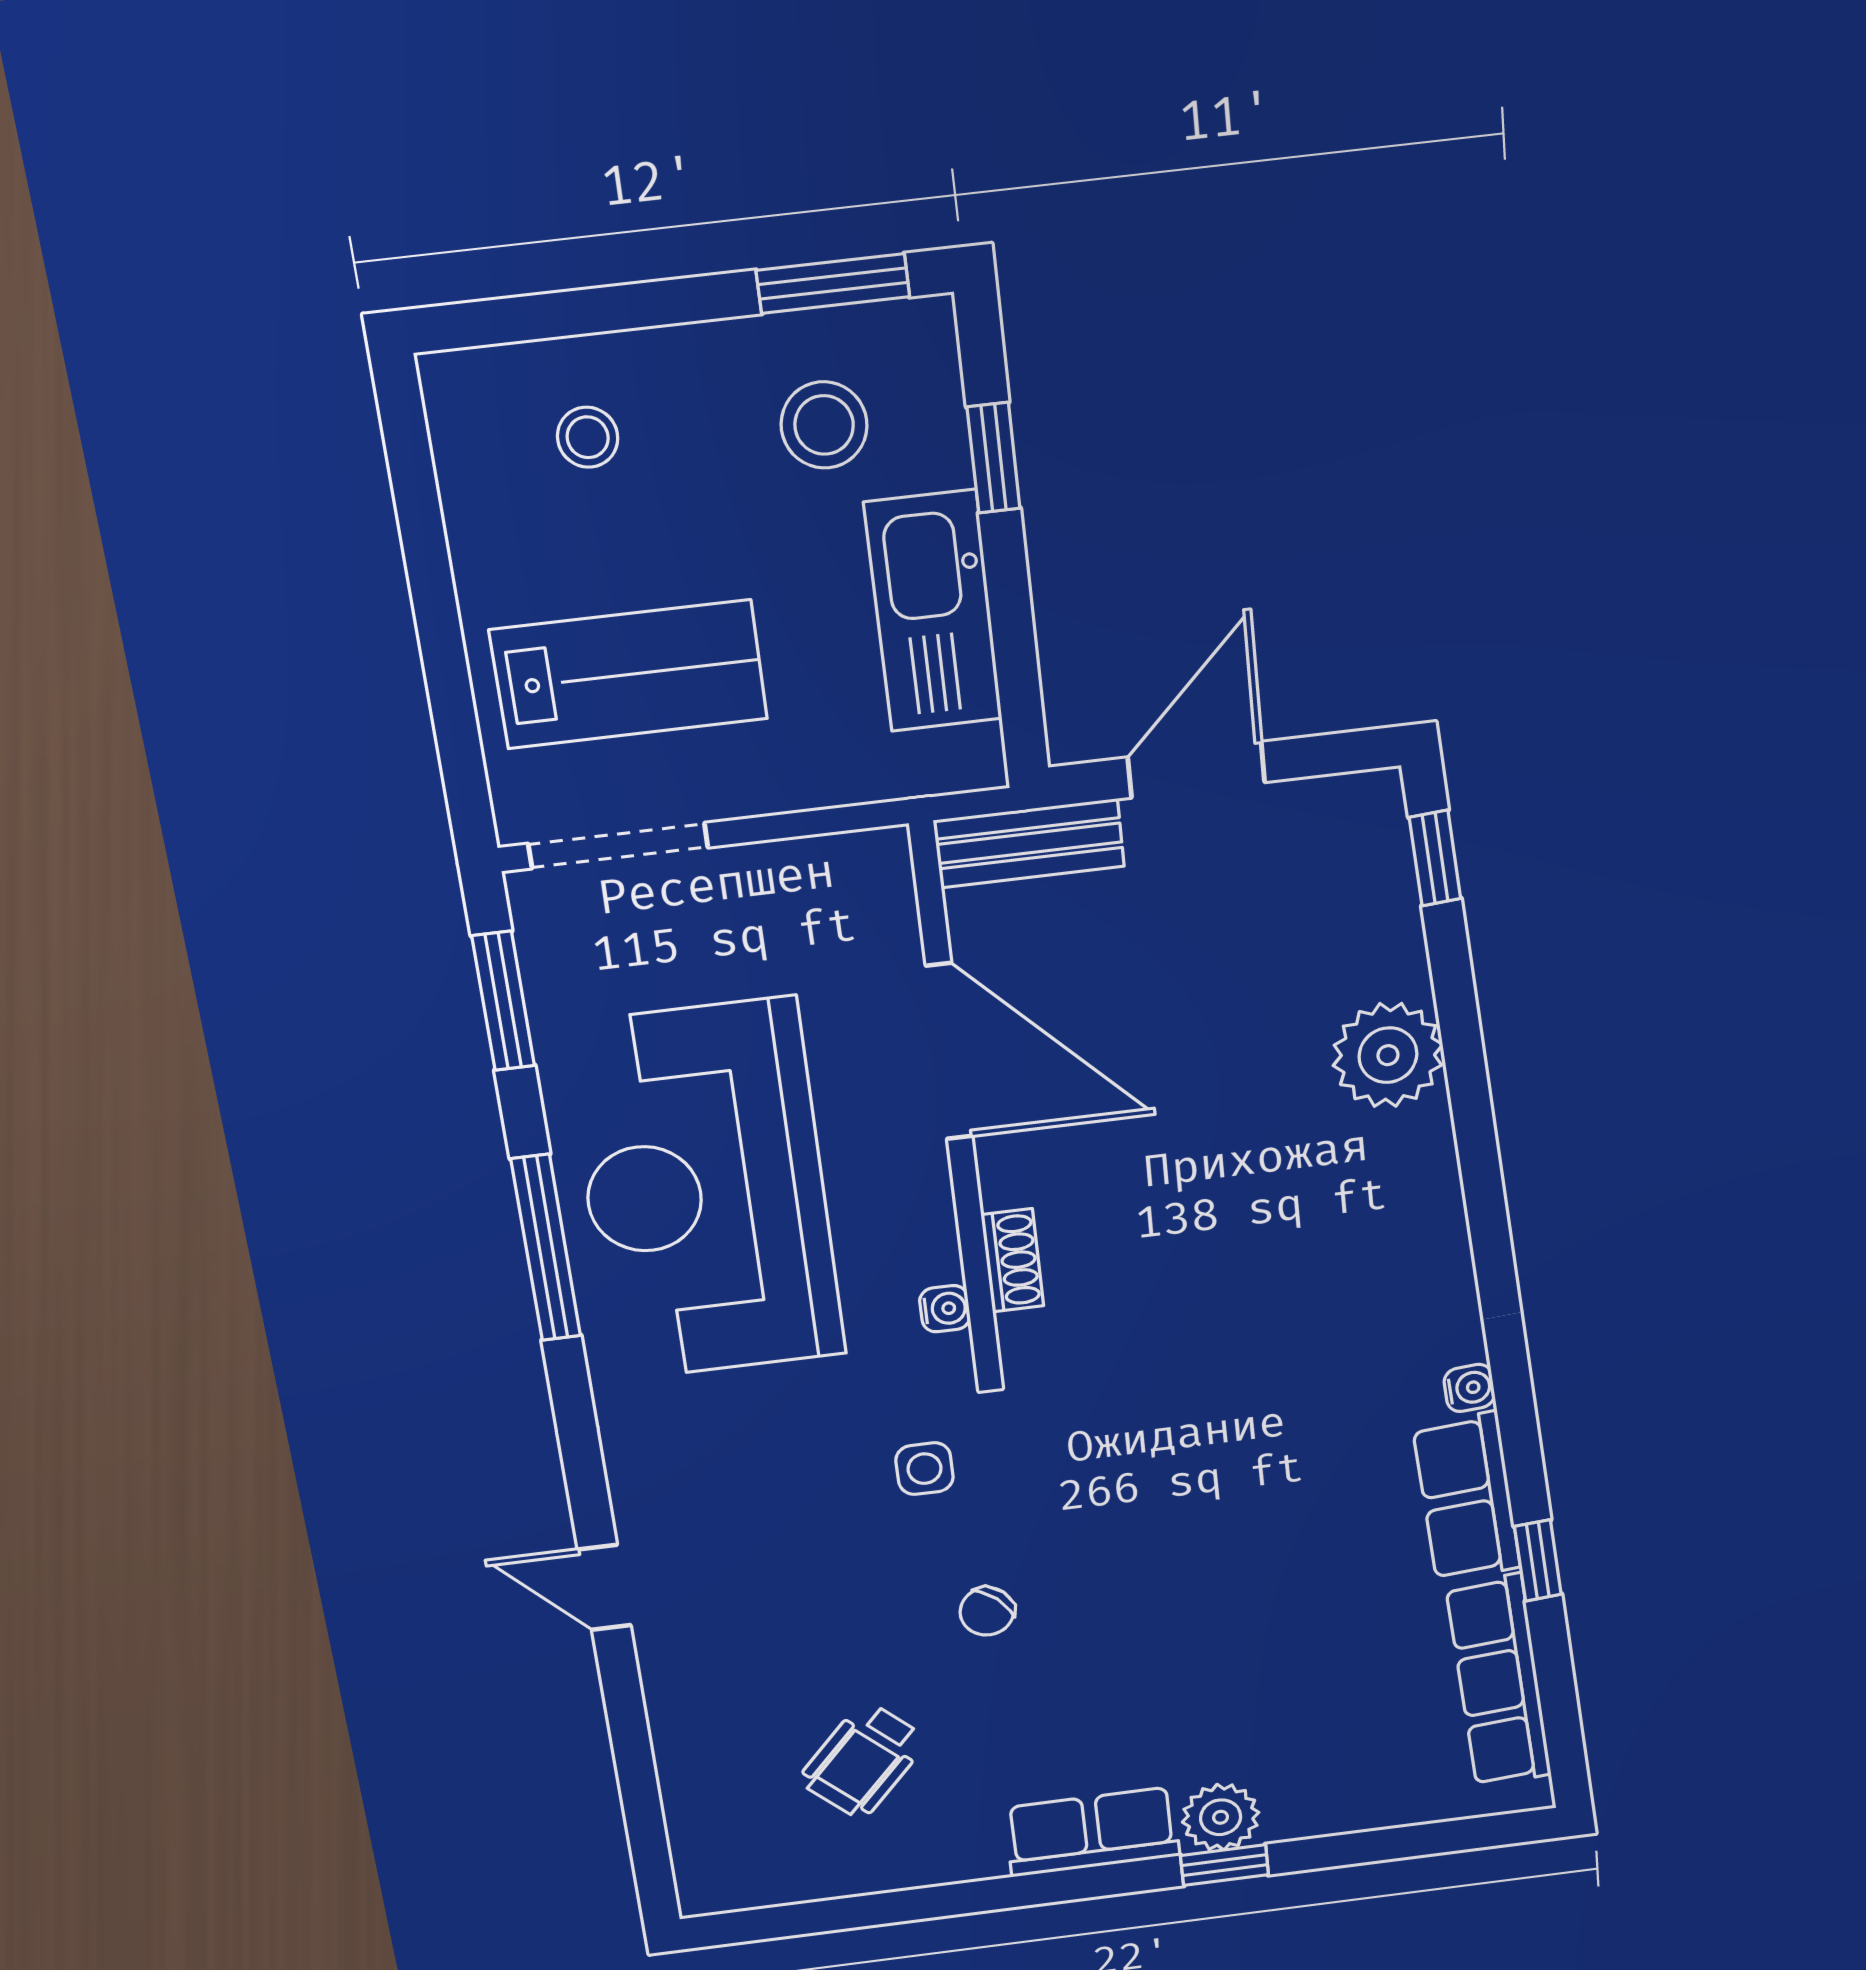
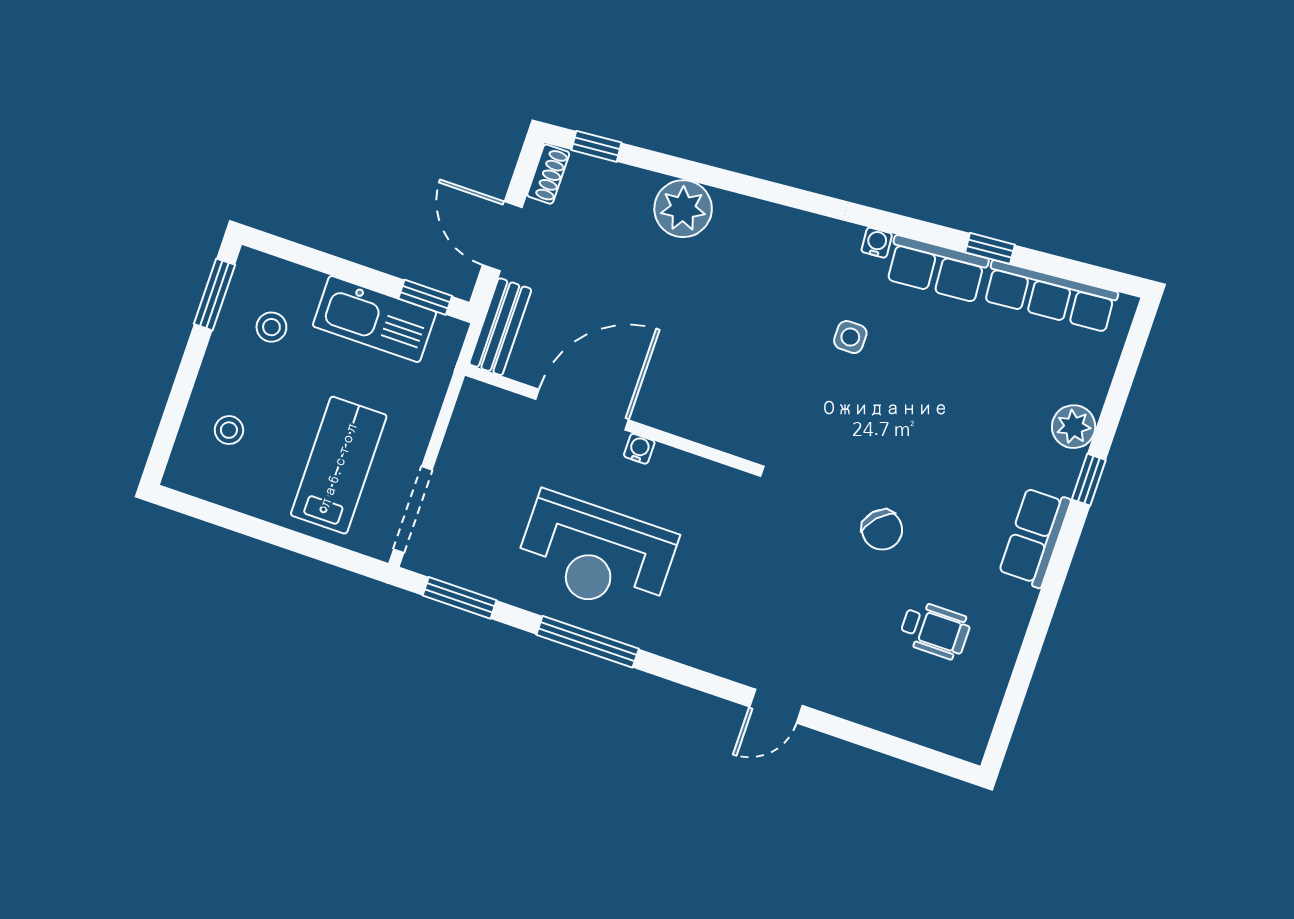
stool: (824, 425) -> (271, 327), width x0.73, depth x0.73
window: (994, 458) -> (425, 297), moved
reception desk: (705, 1192) -> (596, 555), width x0.74, depth x0.77
shoe rack: (1012, 1260) -> (548, 174), moved, turned 90
water cooler: (945, 1309) -> (639, 449), moved
side table: (925, 1469) -> (850, 337), moved
chair: (987, 1611) -> (882, 530), width x1.37, depth x1.37
wheelchair: (863, 1760) -> (935, 630), turned -43
plant: (1221, 1817) -> (1074, 427), moved

